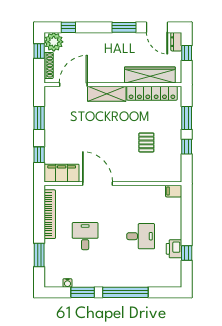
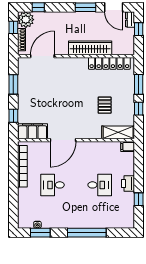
wardrobe: (150, 75) -> (90, 48), moved
shelving: (107, 94) -> (118, 132), moved
door: (97, 184) -> (63, 140), swing flipped
desk: (85, 236) -> (52, 185), turned -90
printer: (174, 249) -> (128, 183), moved
window: (39, 255) -> (13, 201), removed
window: (83, 292) -> (40, 233), moved

